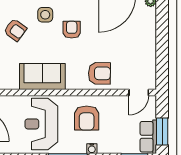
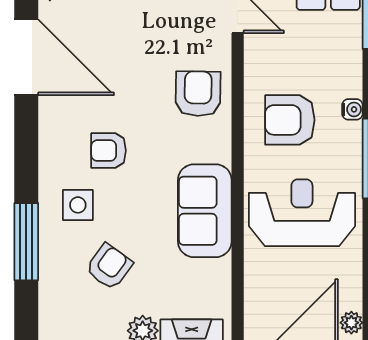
armchair: (87, 118) -> (290, 120), turned 180
reception desk: (41, 124) -> (302, 213), turned 180

